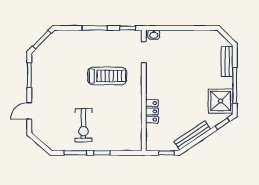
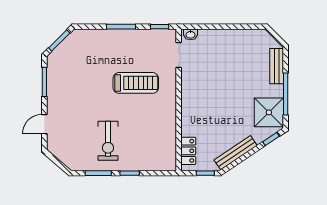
locker: (152, 111) -> (188, 151), moved

